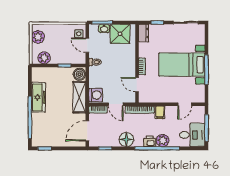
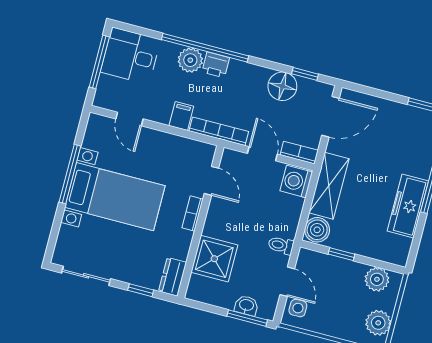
shower: (120, 34) -> (214, 259), moved
door: (185, 104) -> (129, 119), swing flipped
floor lamp: (126, 140) -> (282, 86), moved

